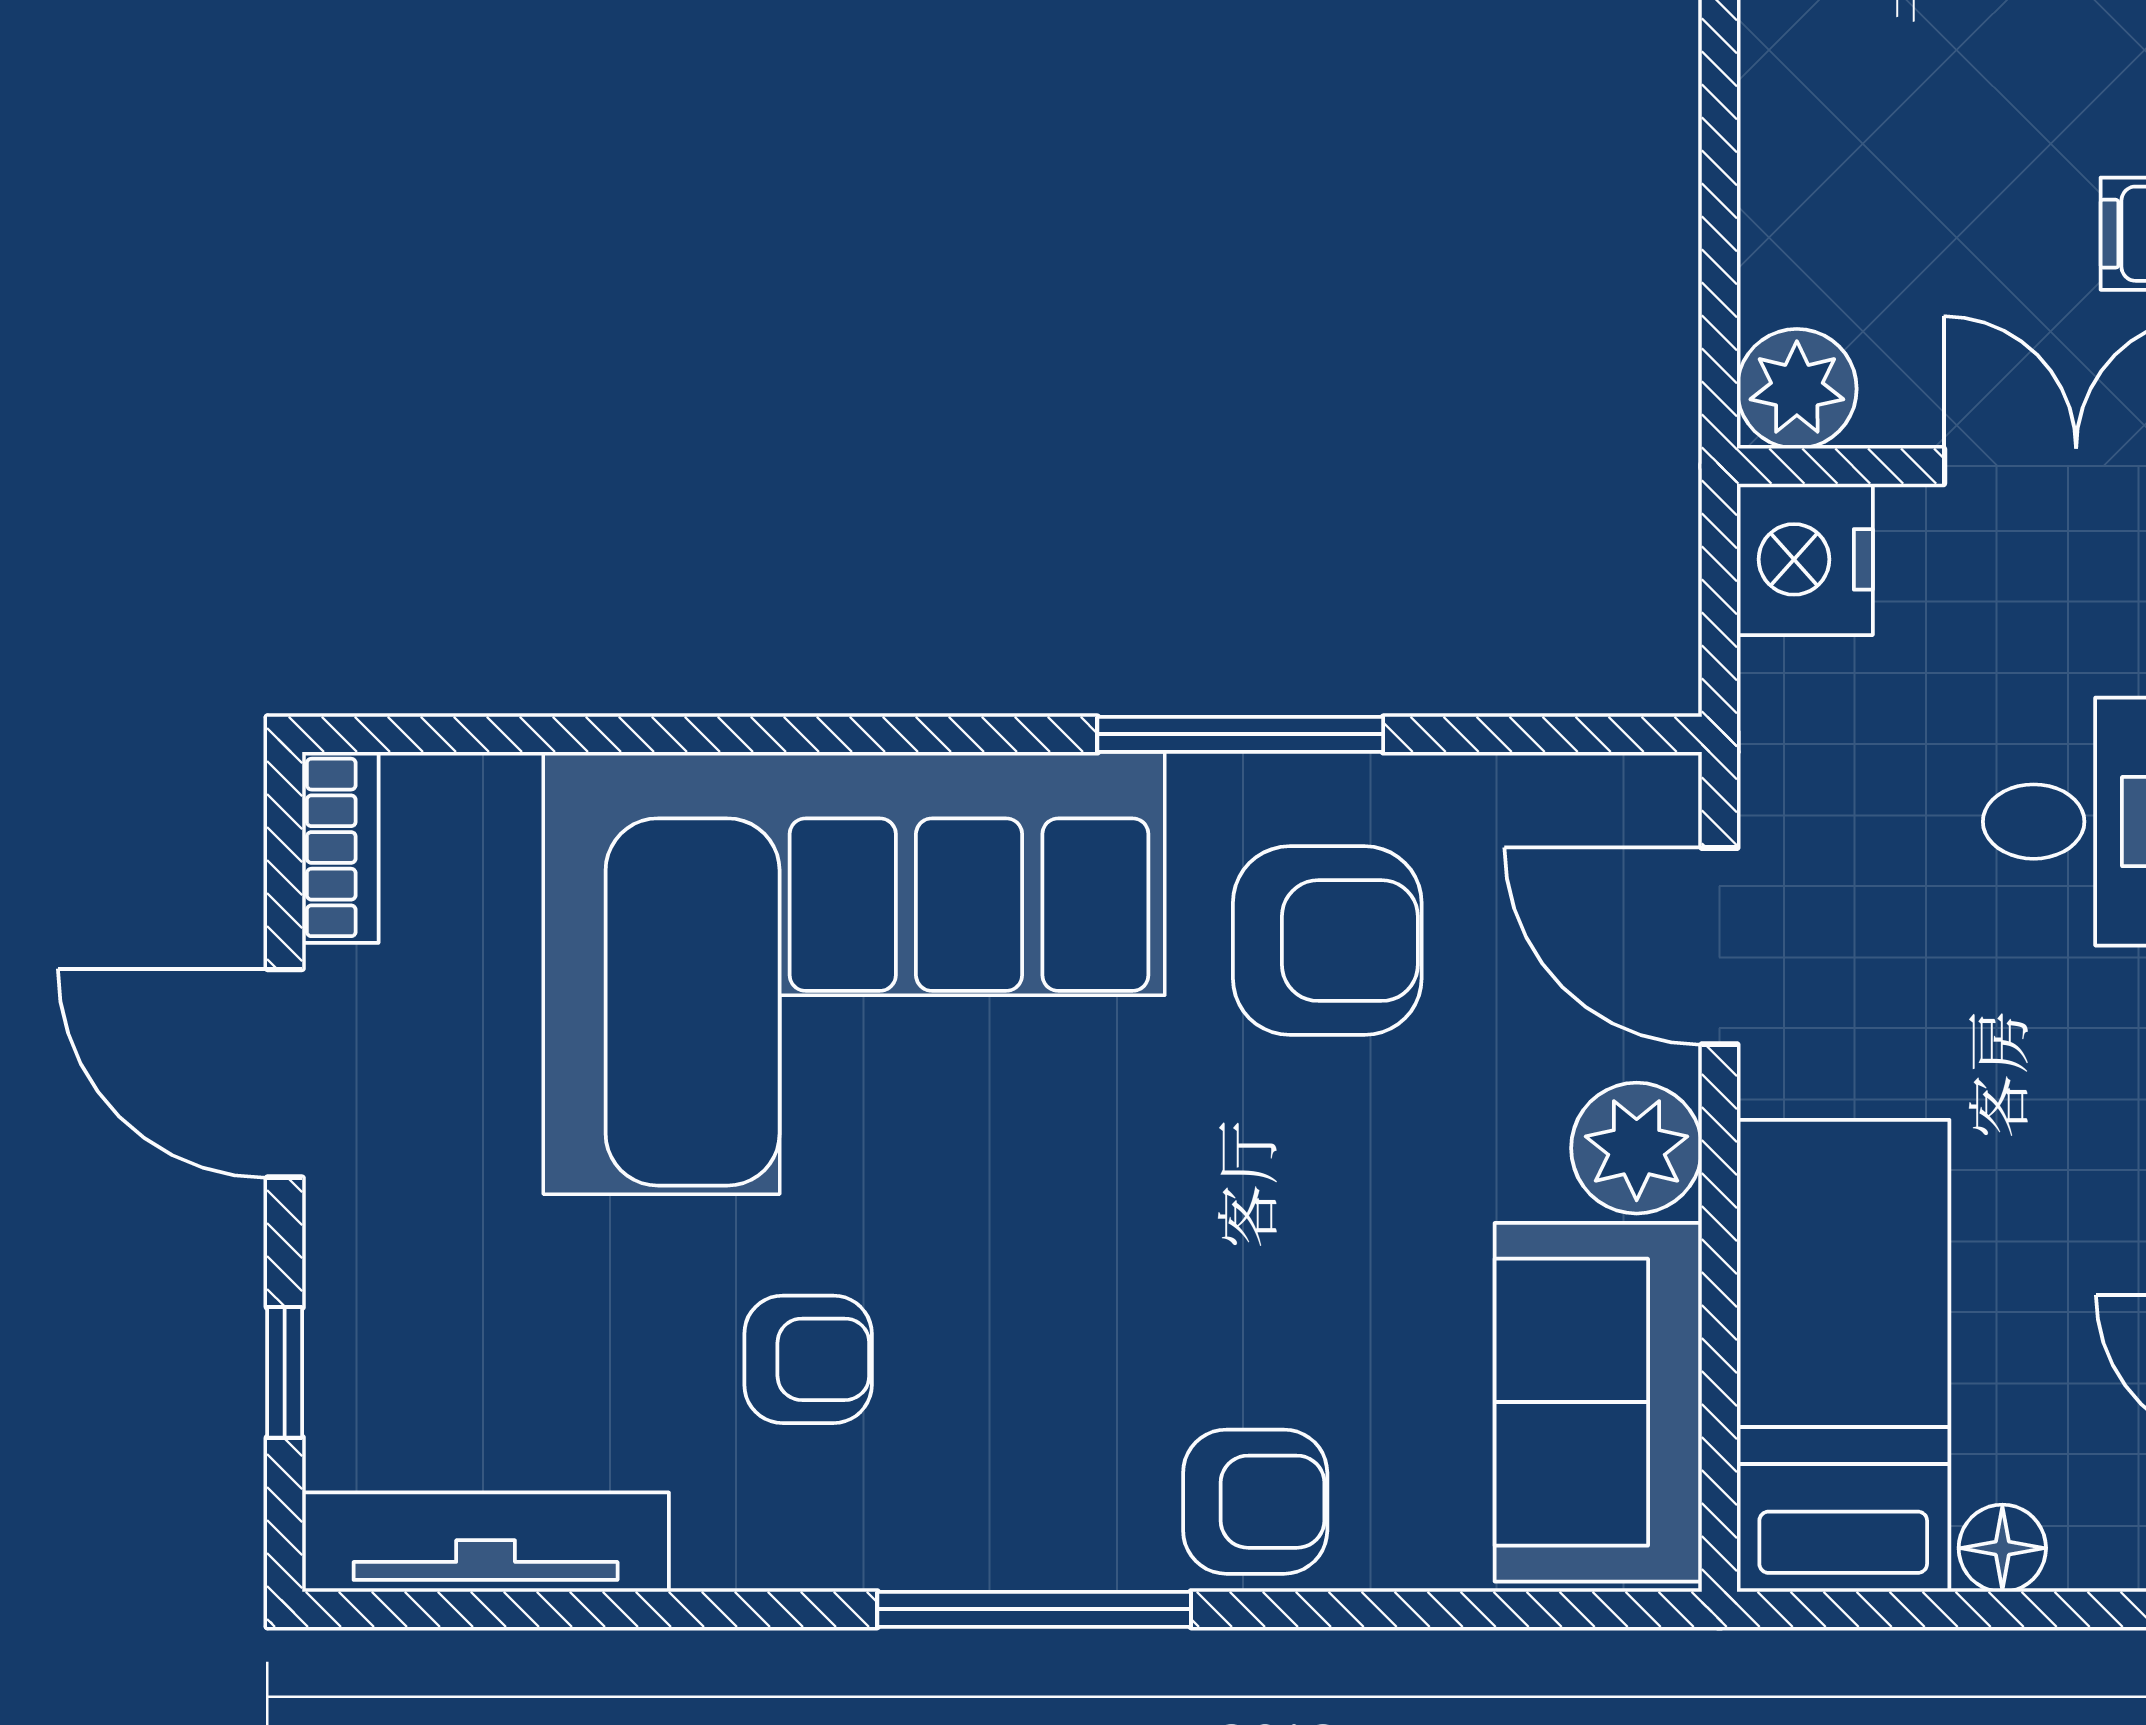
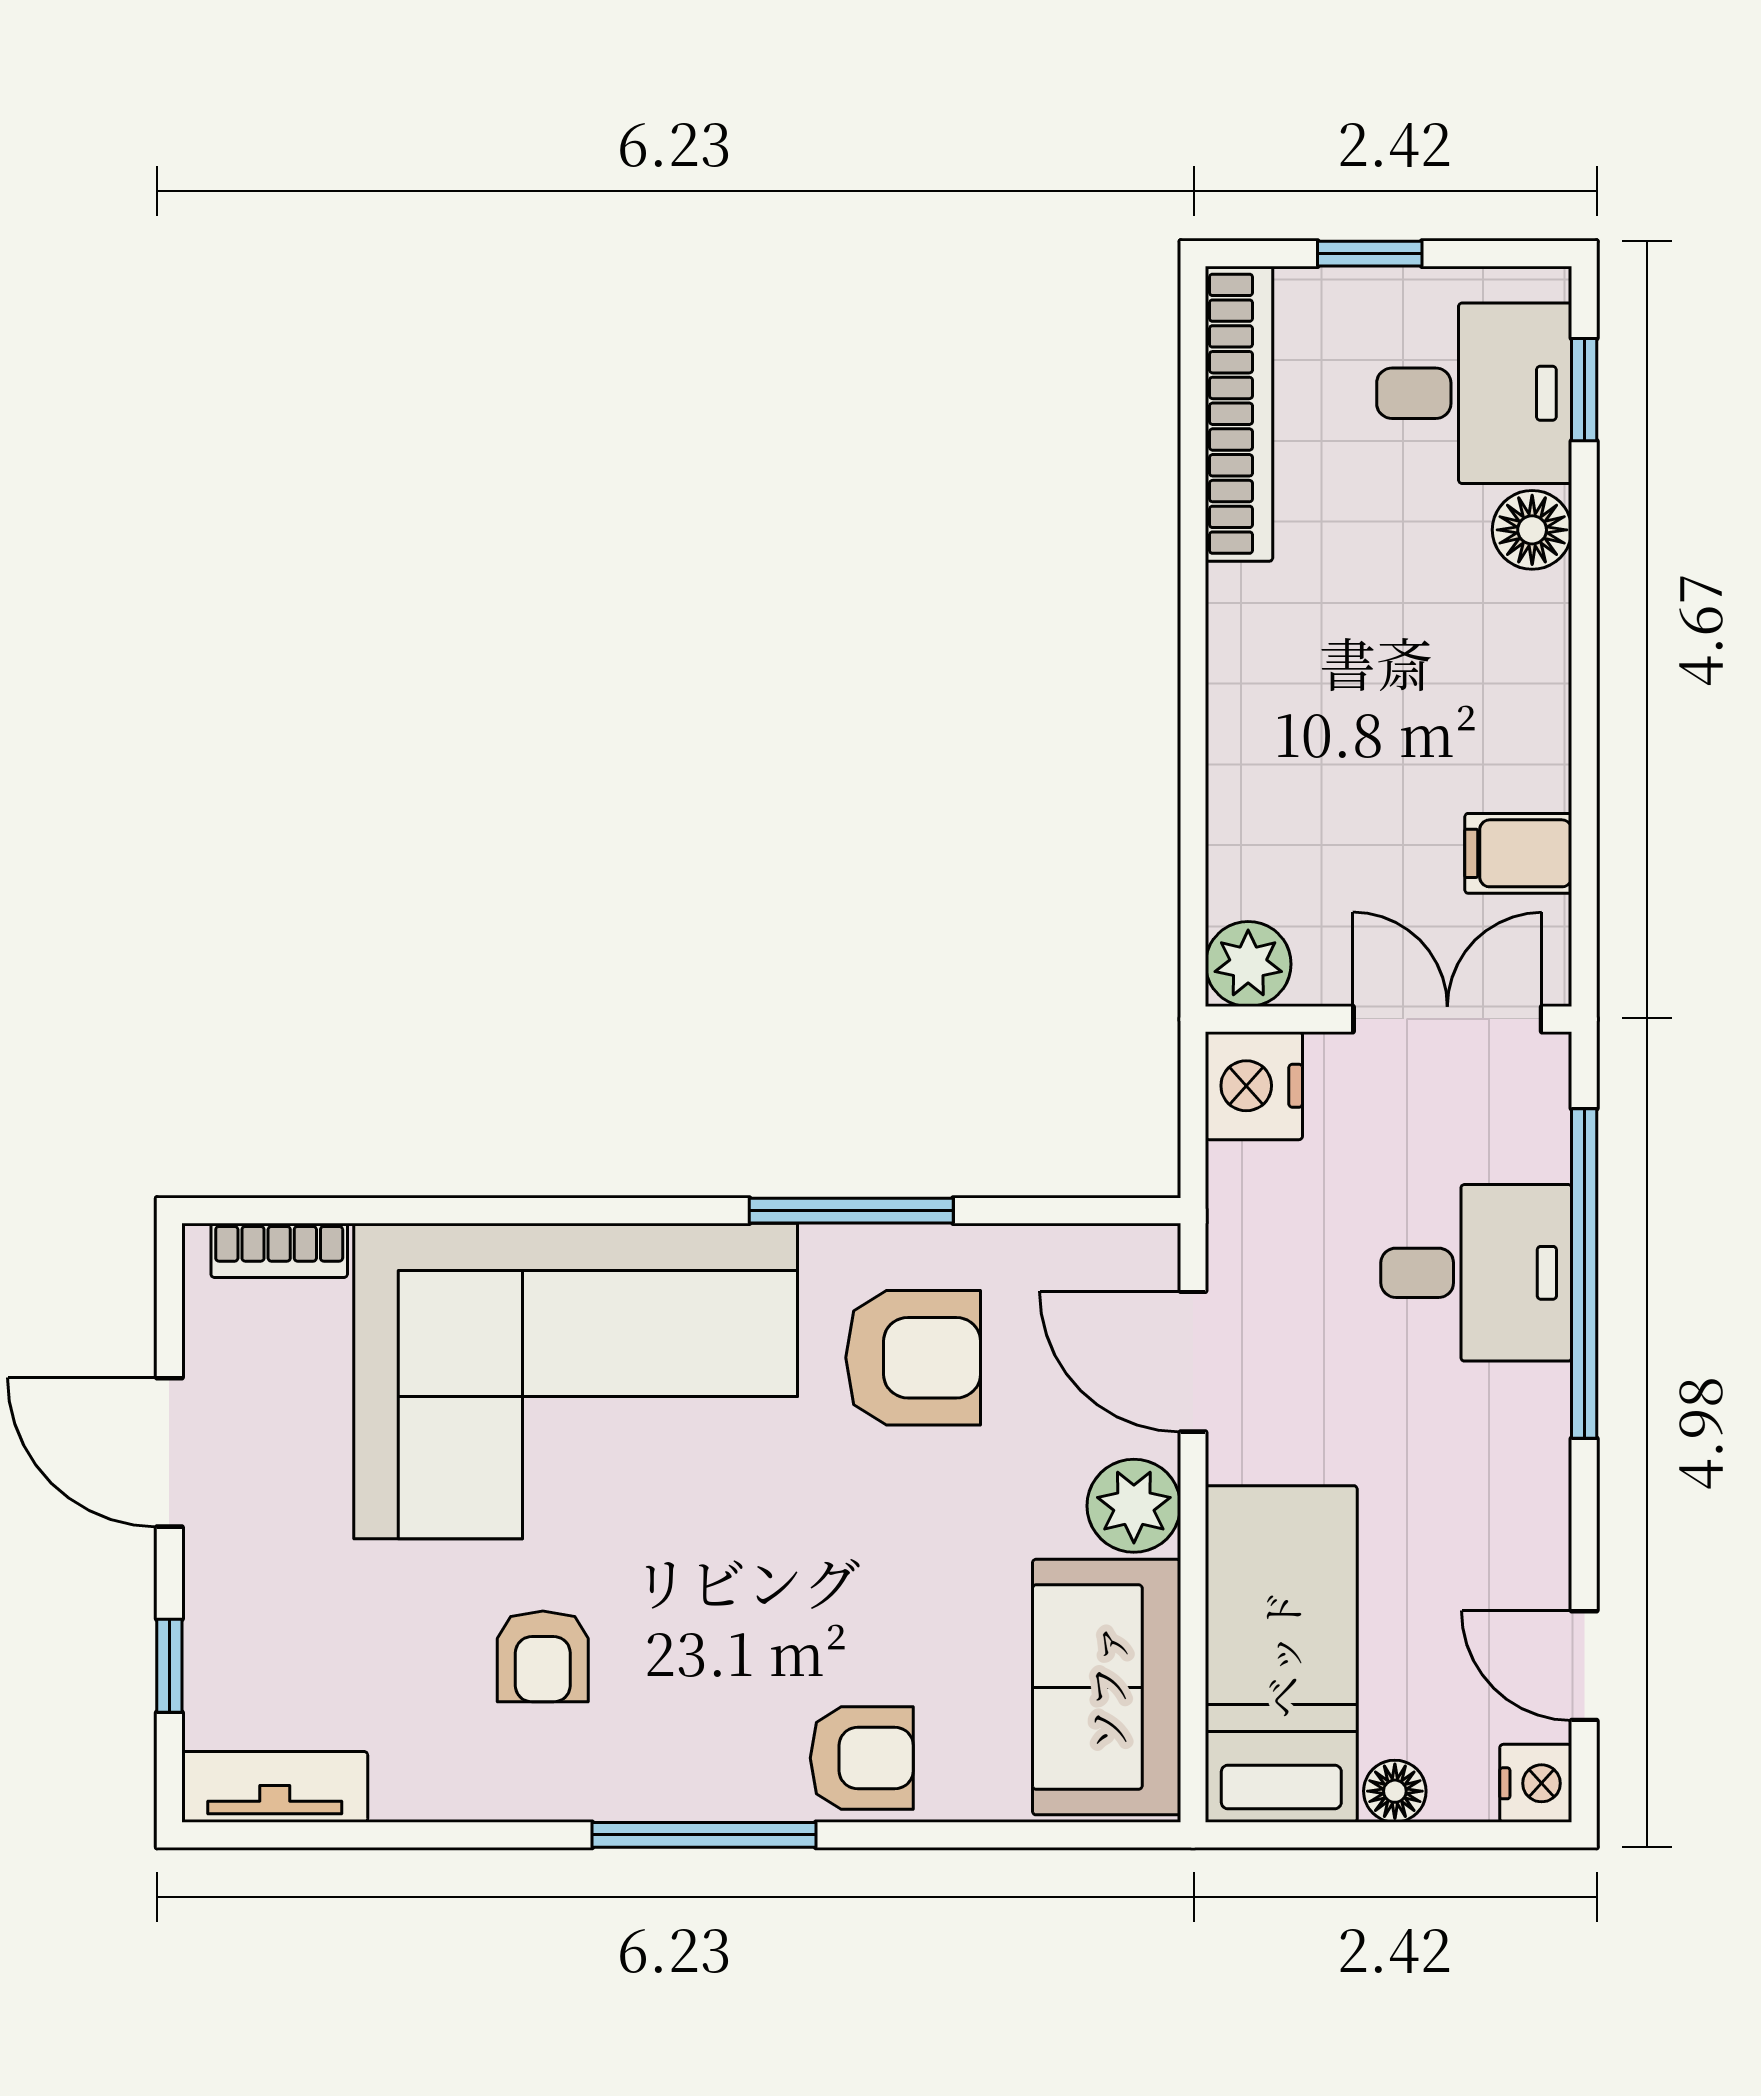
bookcase: (340, 847) -> (279, 1250), moved, turned 90
armchair: (808, 1359) -> (543, 1656), turned 90
tv unit: (486, 1542) -> (275, 1787), width x0.71

